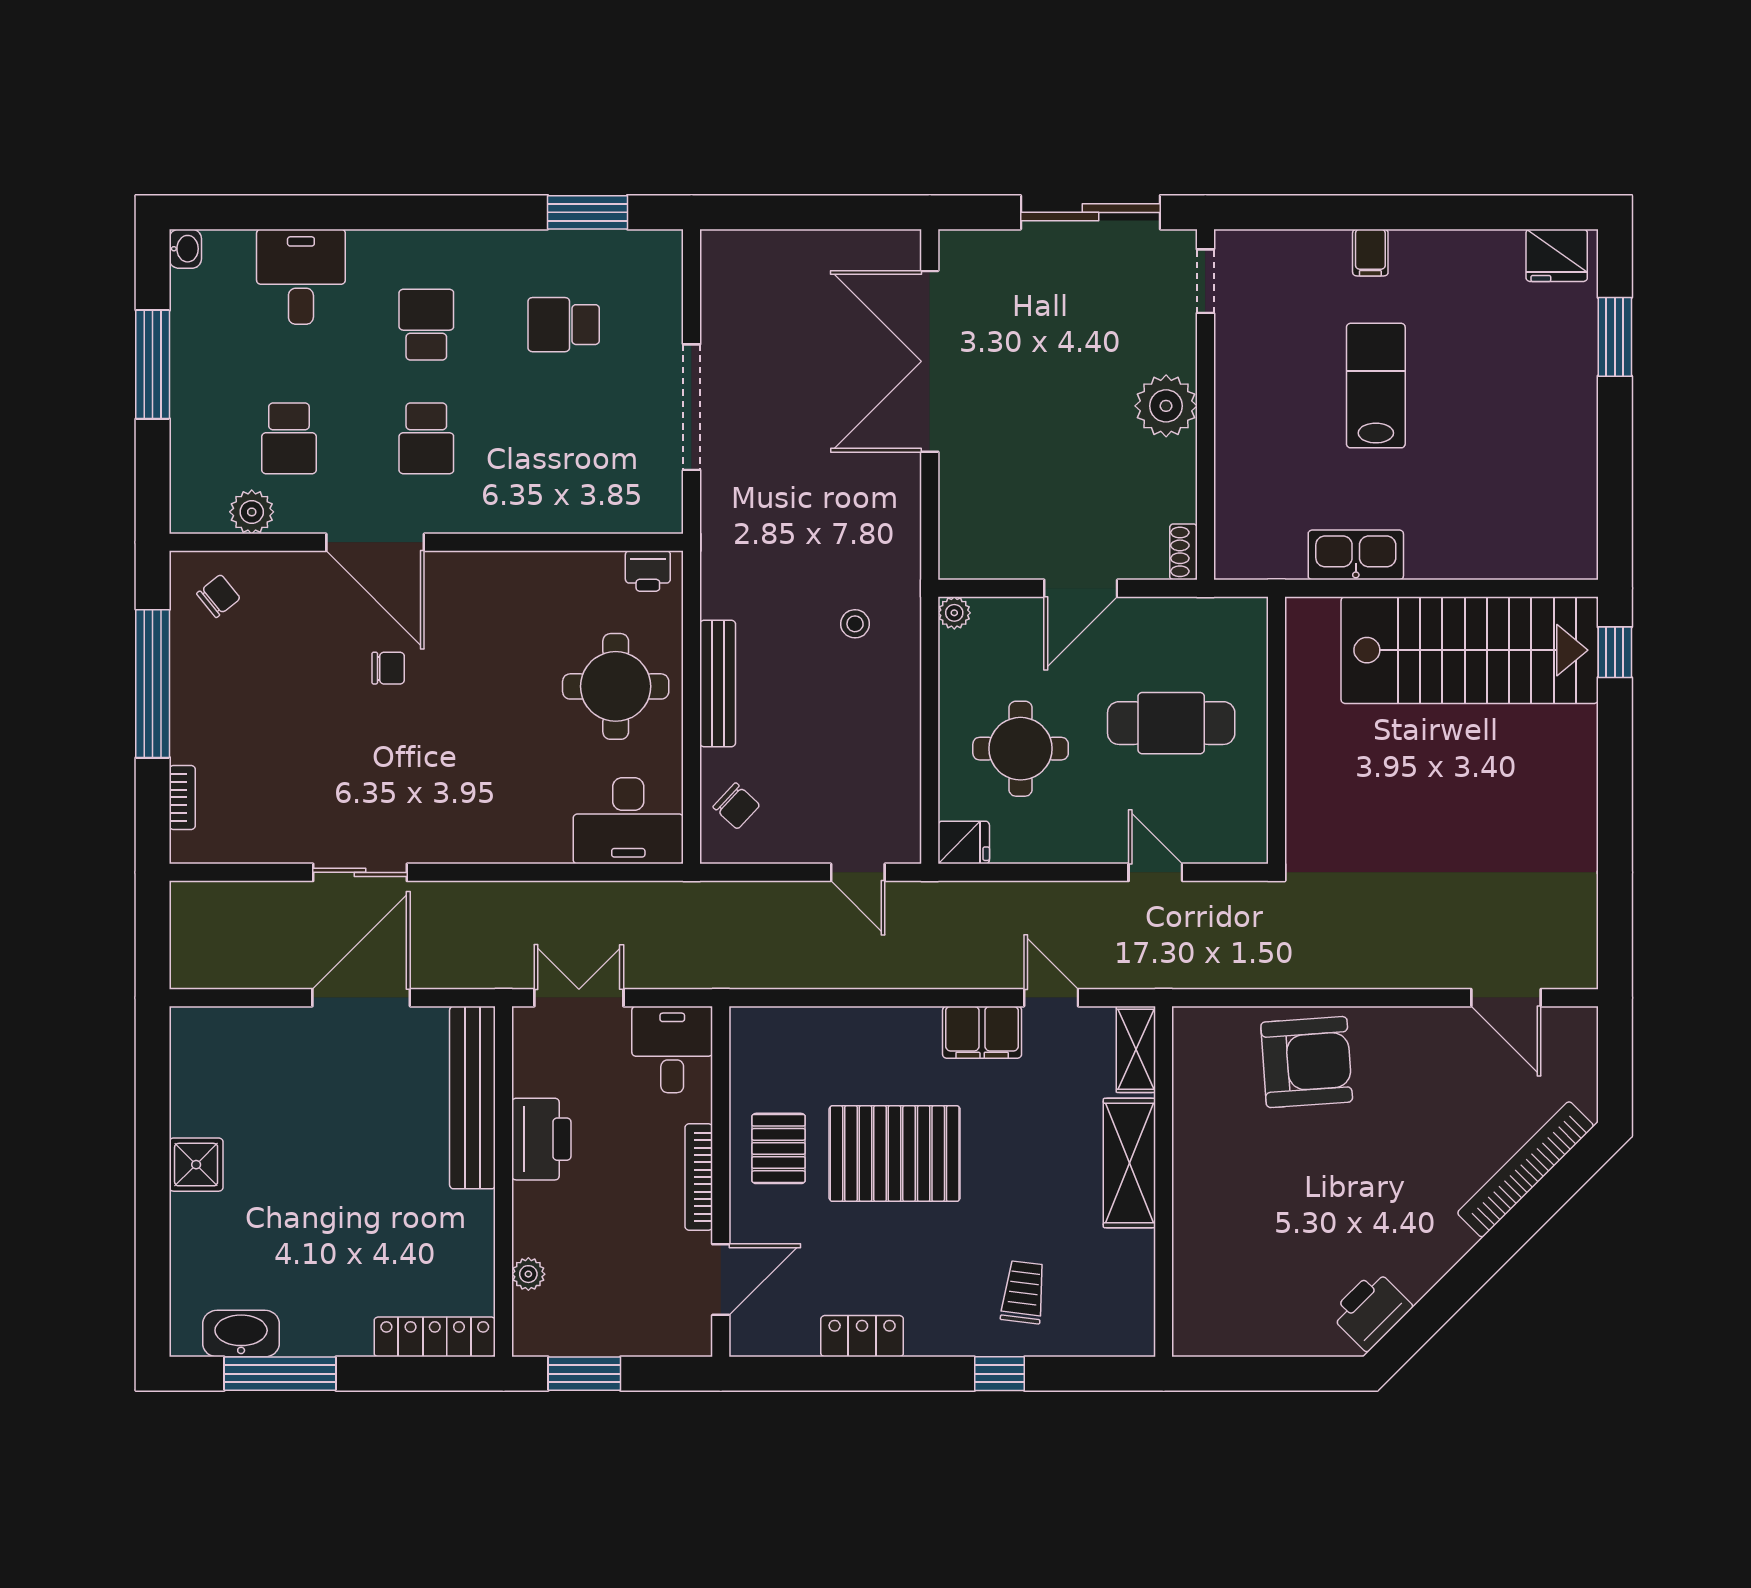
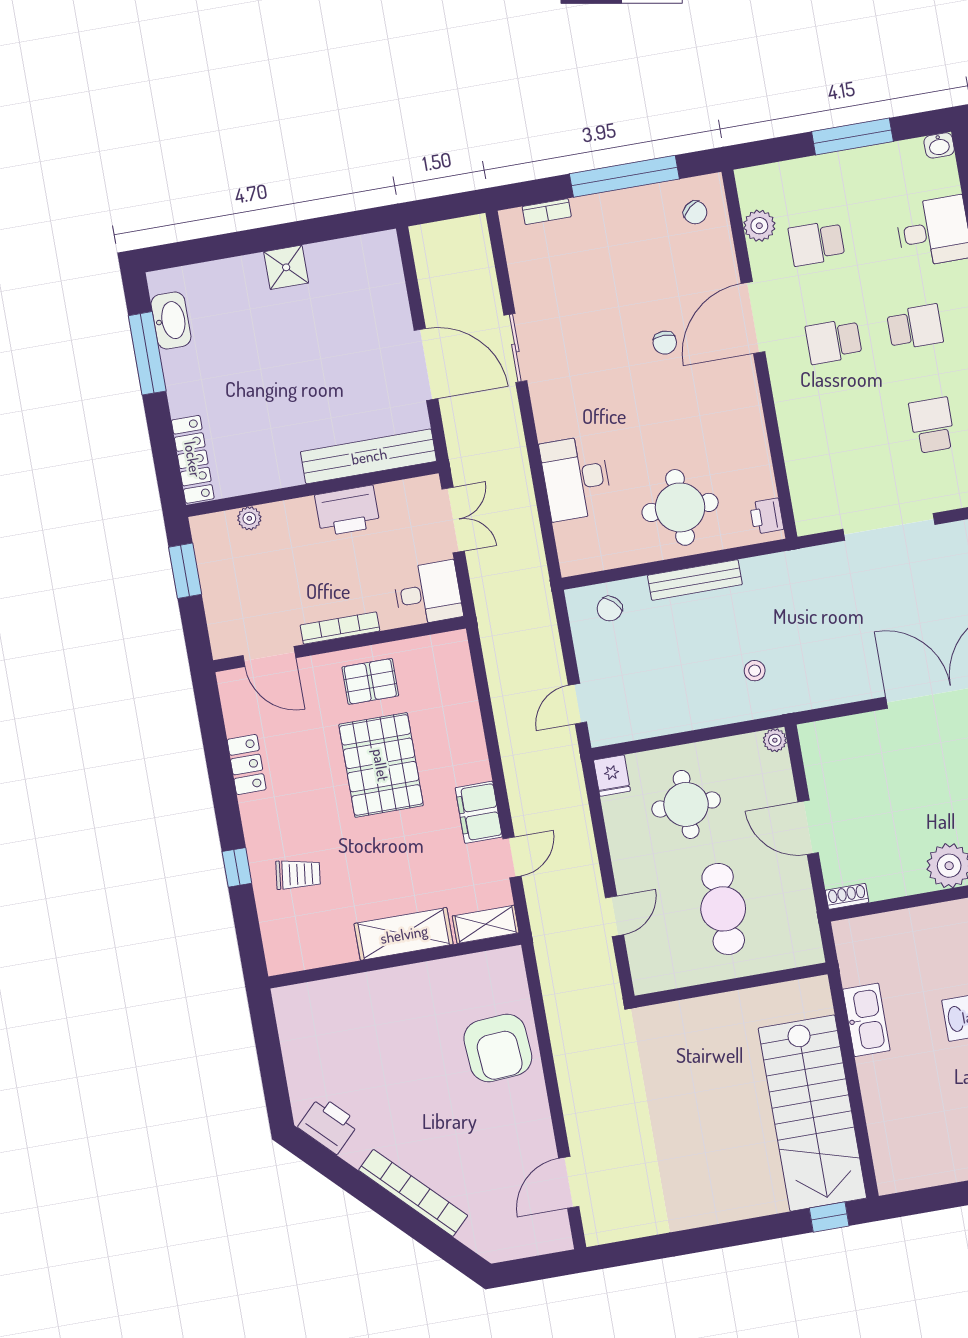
desk: (628, 821) -> (576, 478), moved
bookcase: (1525, 1169) -> (413, 1193), moved

